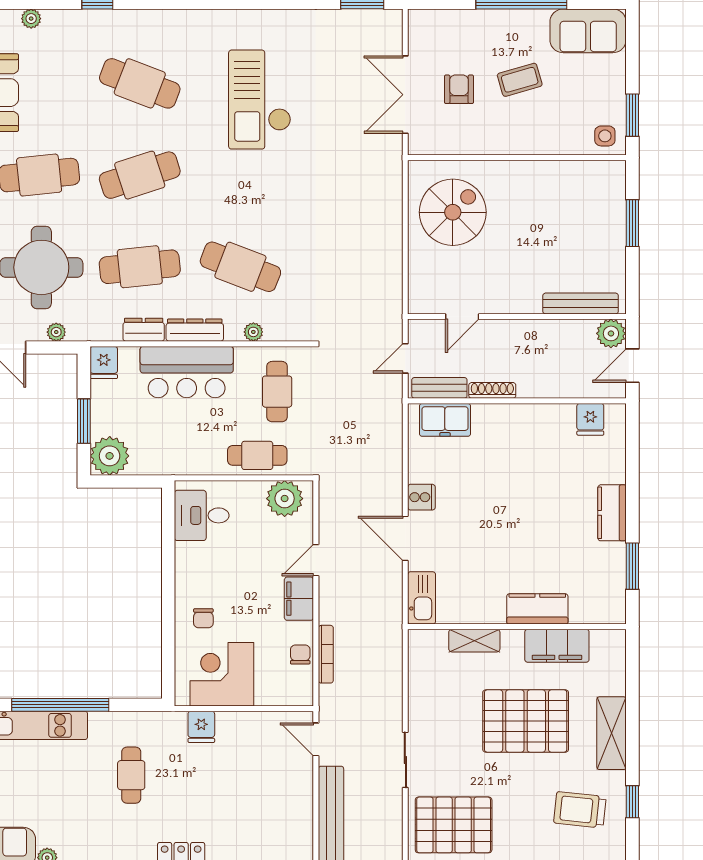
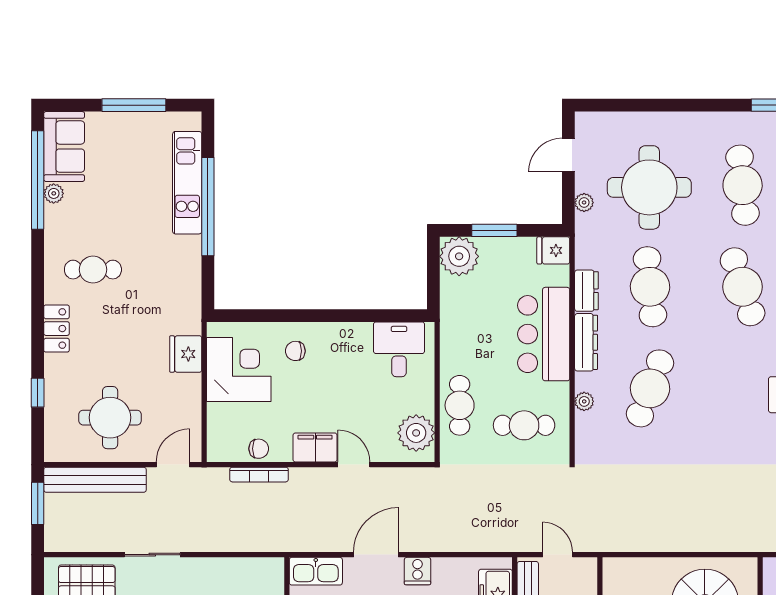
fridge: (201, 727) -> (186, 354), width x1.38
cafe table: (131, 775) -> (93, 270), moved
round table: (269, 802) -> (110, 418), added

